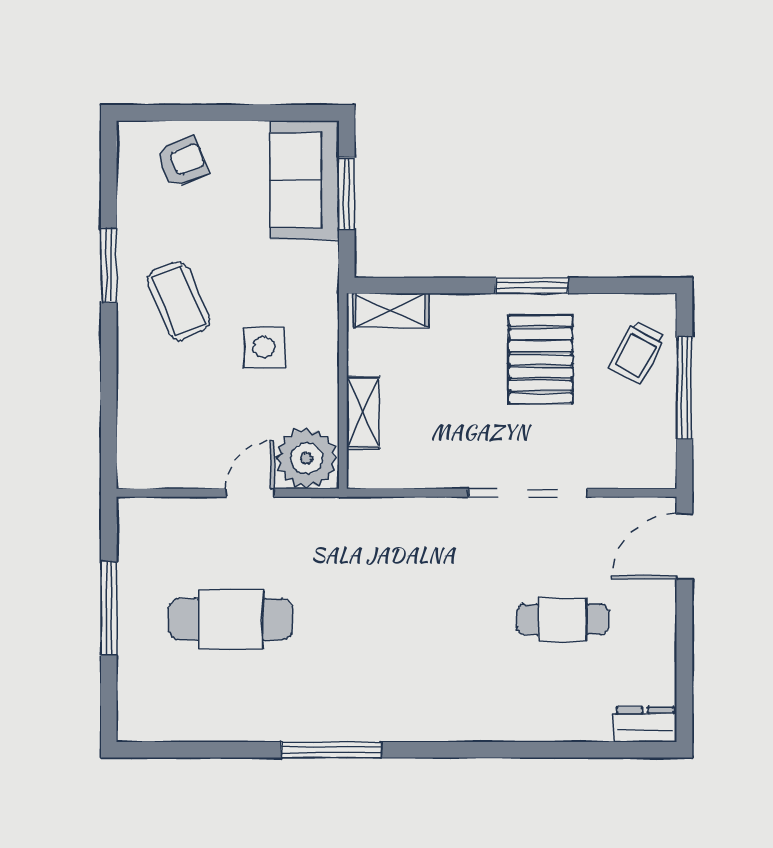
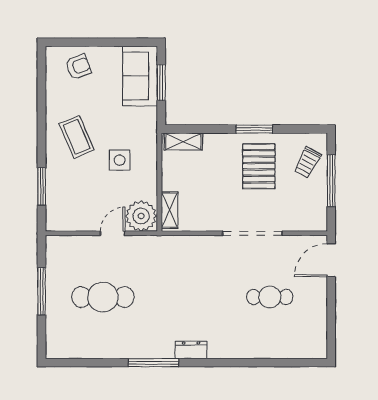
window: (109, 265) -> (42, 186), moved
shelving: (363, 412) -> (170, 210), moved
dresser: (645, 724) -> (191, 350), moved

